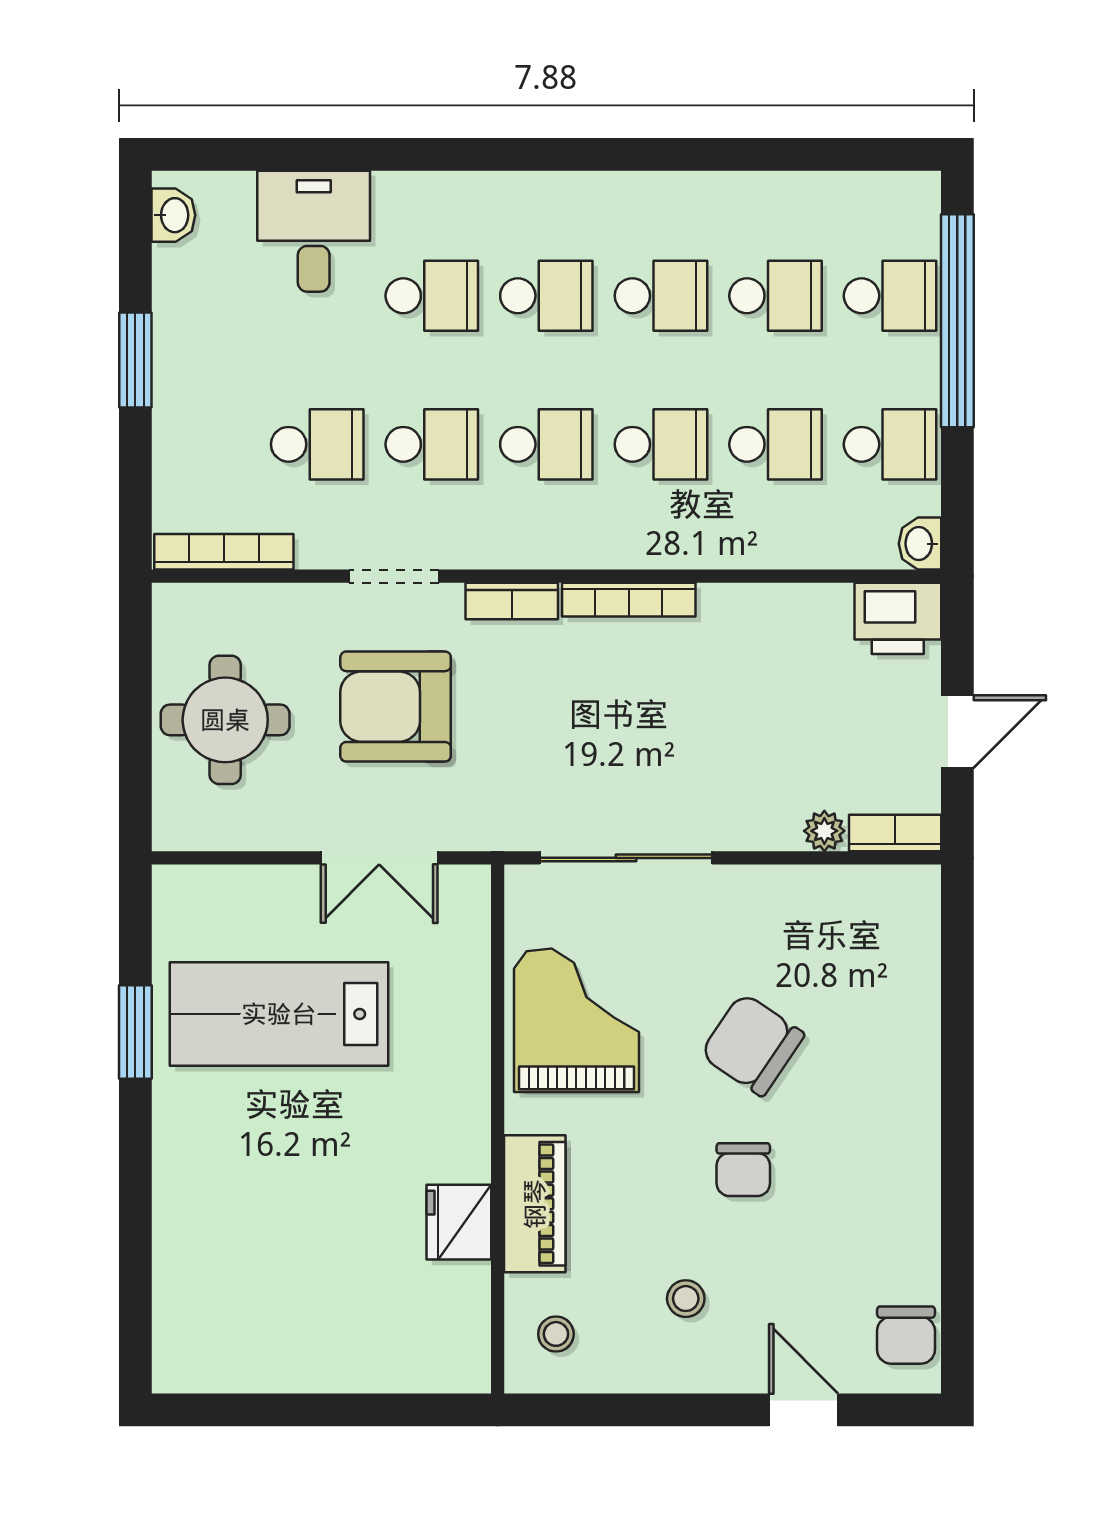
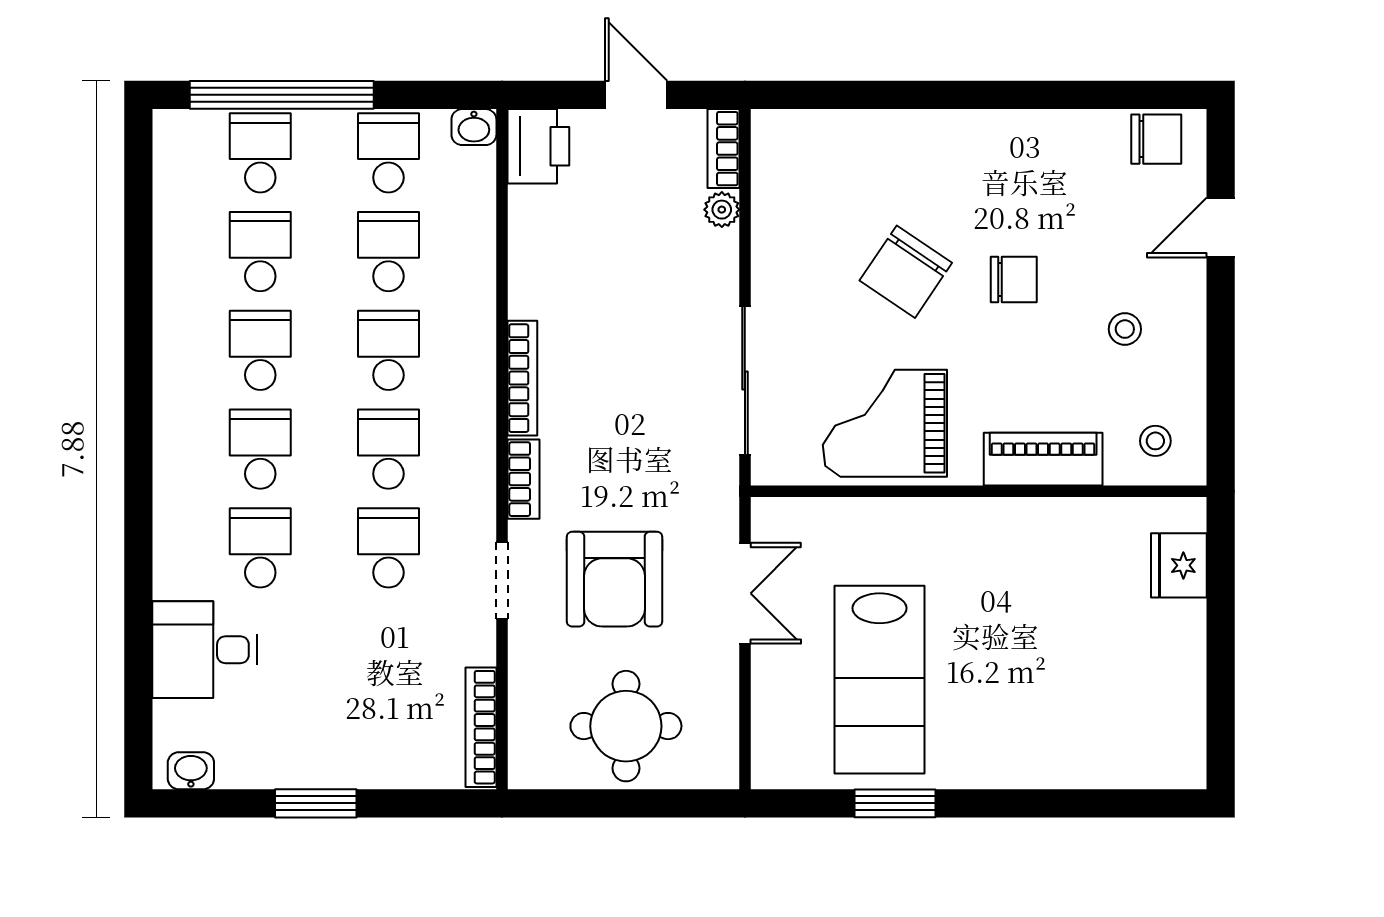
school desk: (317, 444) -> (388, 647), removed
fridge: (459, 1222) -> (1179, 565), moved, turned 90

